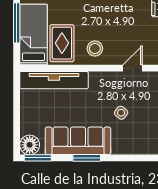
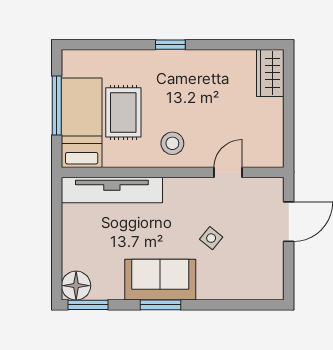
rug: (62, 43) -> (123, 112), moved
sofa: (78, 141) -> (160, 280), width x0.73

